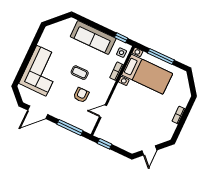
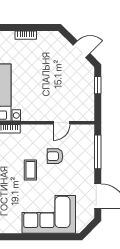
door: (103, 111) -> (62, 123), hinge flipped
window: (105, 144) -> (98, 85), moved

